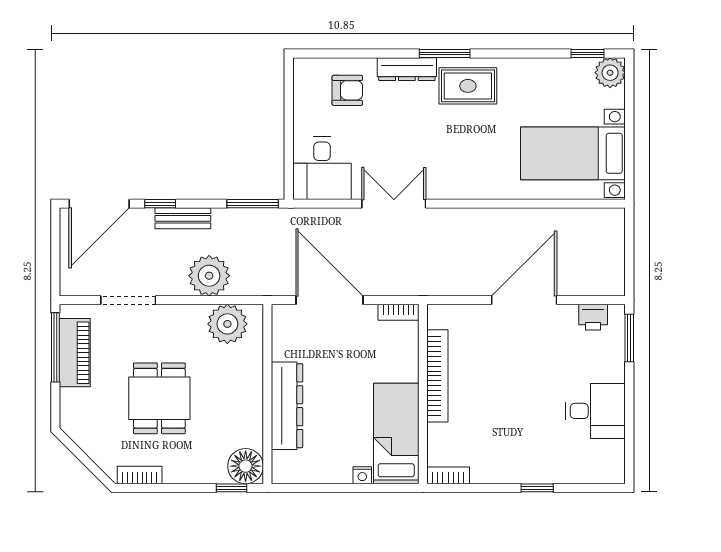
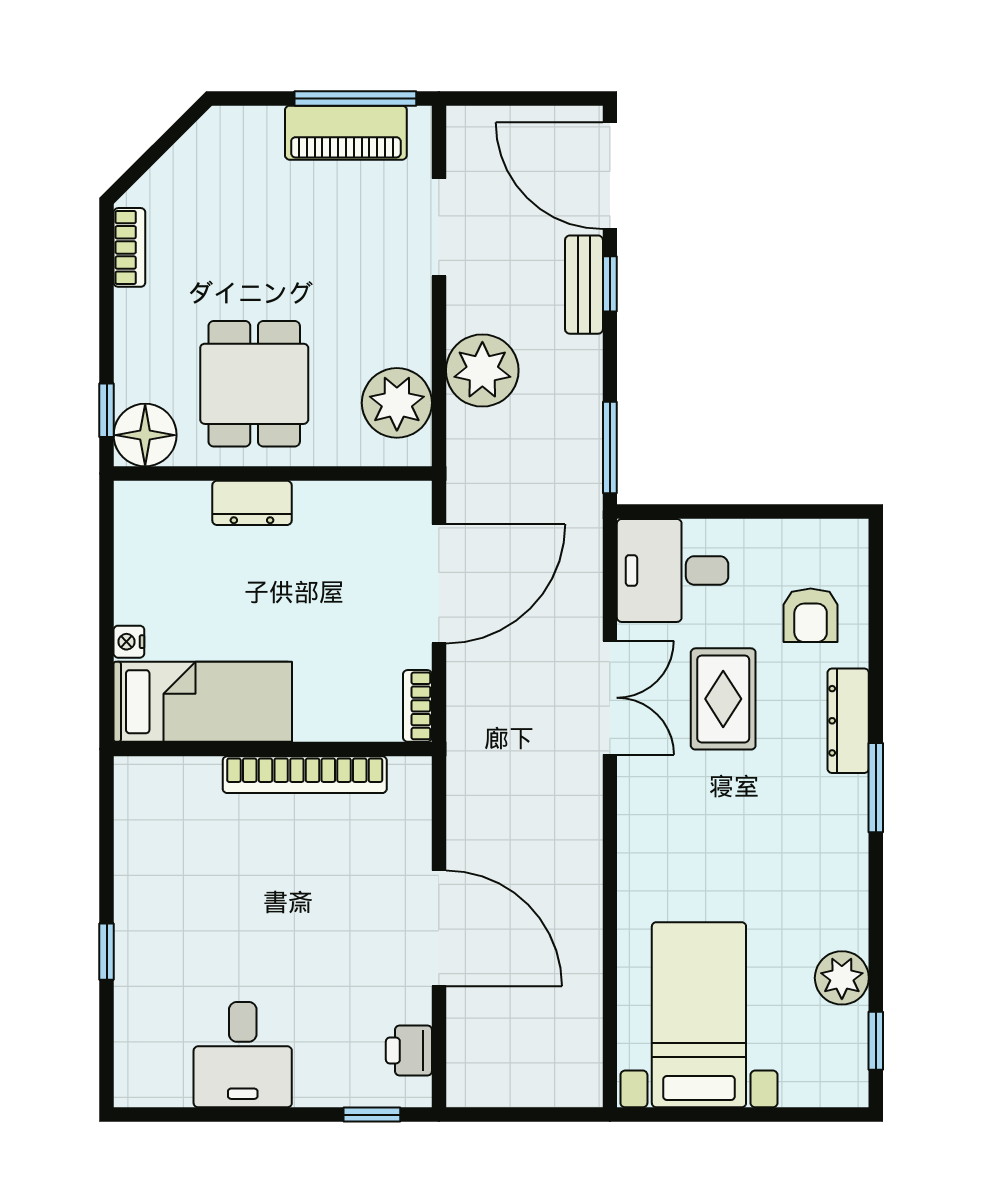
plant: (610, 73) -> (842, 978), moved
rug: (468, 86) -> (723, 699), moved
bench: (183, 218) -> (584, 285), moved
window: (629, 338) -> (372, 1115), width x0.67
dining table: (159, 398) -> (254, 384), moved, turned 90
dresser: (287, 406) -> (252, 503), width x0.51, depth x0.80
bookcase: (448, 475) -> (129, 794), removed

